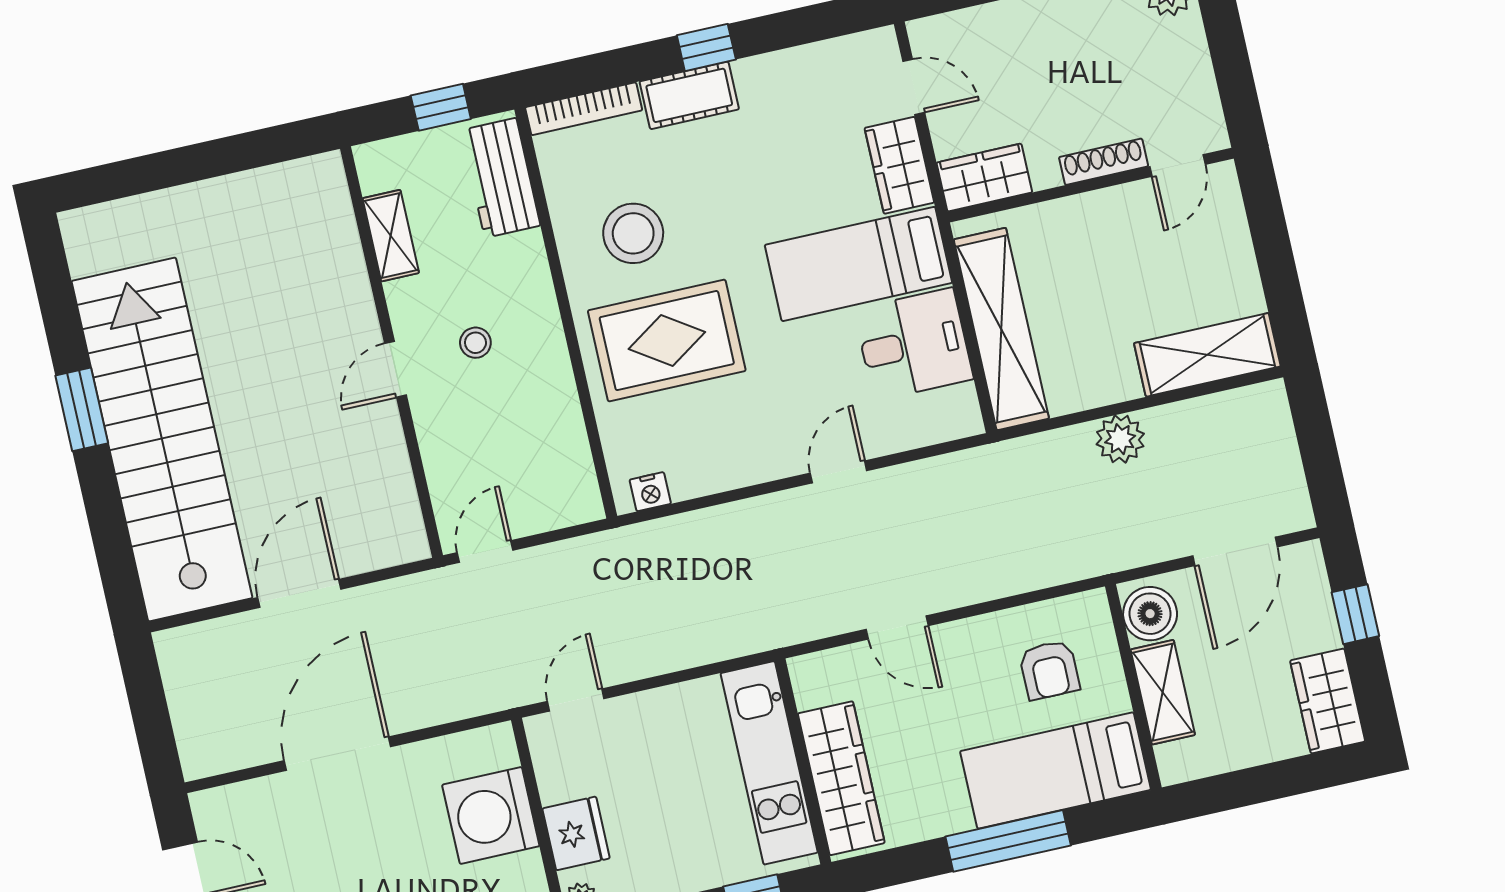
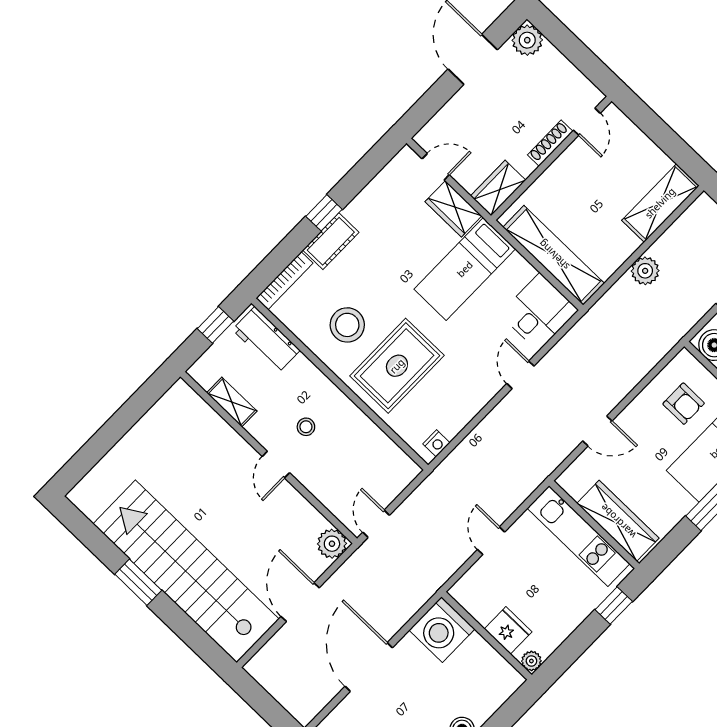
desk: (914, 344) -> (539, 312), moved
plant: (402, 538) -> (332, 544), added
door: (576, 700) -> (491, 541), moved
washing machine: (491, 815) -> (442, 630), moved

